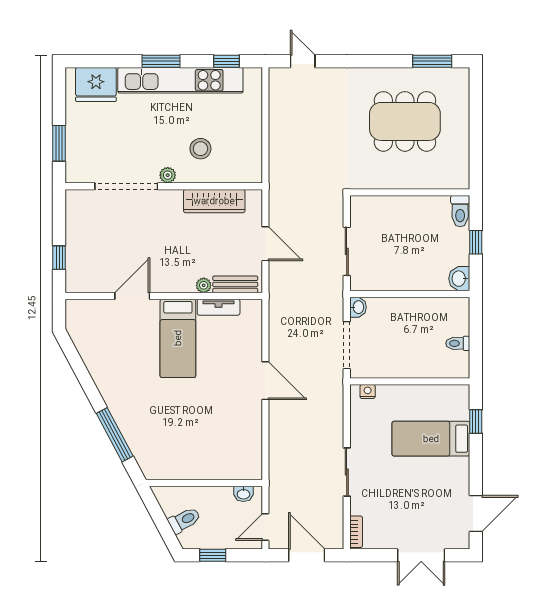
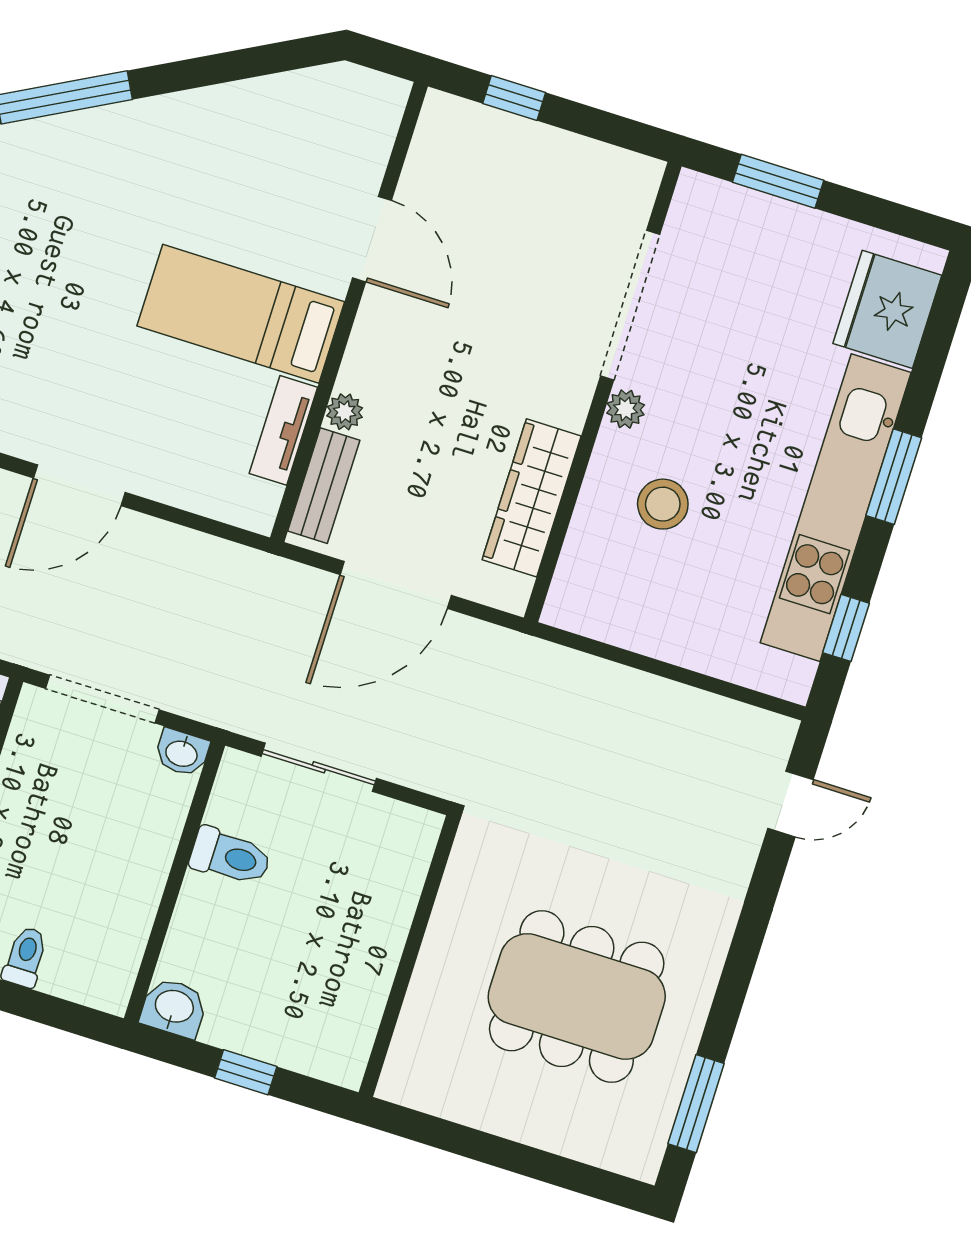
dining table: (405, 121) -> (577, 996), turned 90
toilet: (460, 211) -> (230, 857), moved, turned 180
door: (265, 244) -> (396, 585), width x1.36

